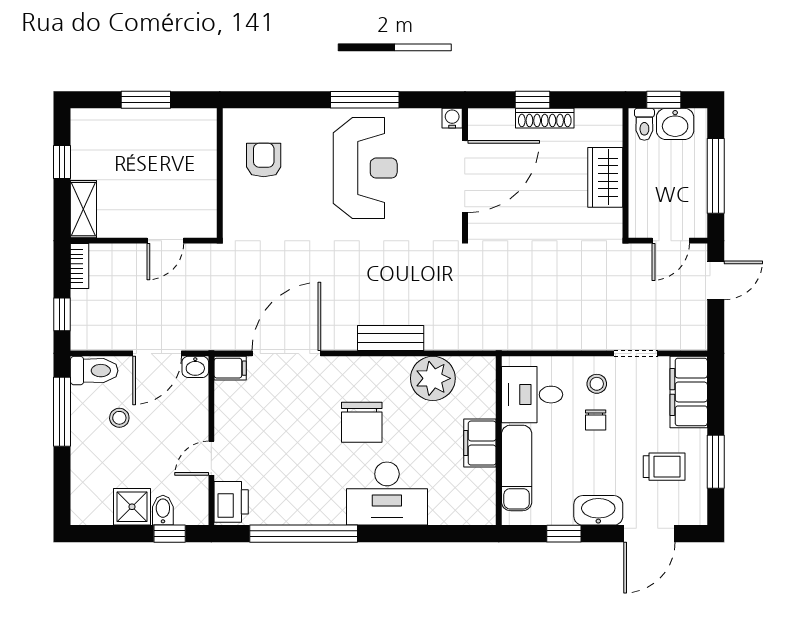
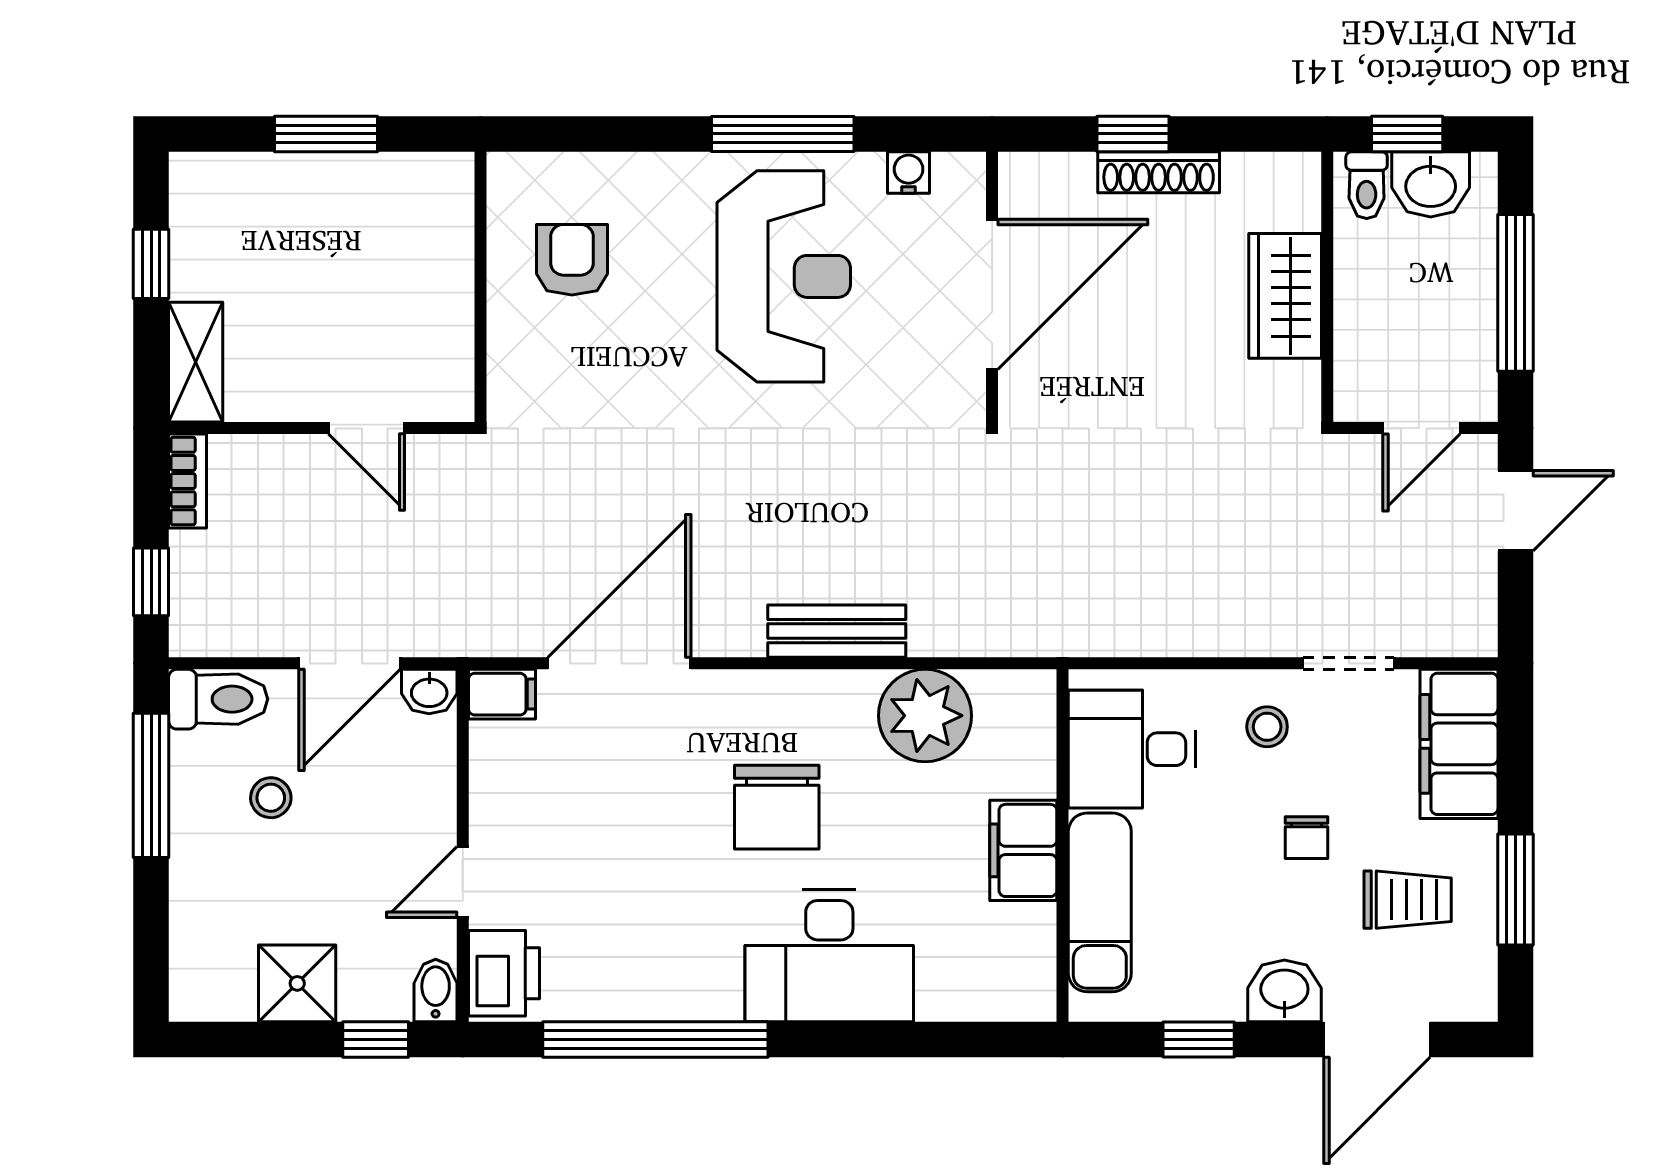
water cooler: (452, 118) -> (909, 173), moved
door: (165, 241) -> (367, 428), hinge flipped
chair: (596, 420) -> (1306, 838), moved
bidet: (163, 510) -> (436, 991), moved
washbasin: (598, 510) -> (1284, 991), width x0.72

